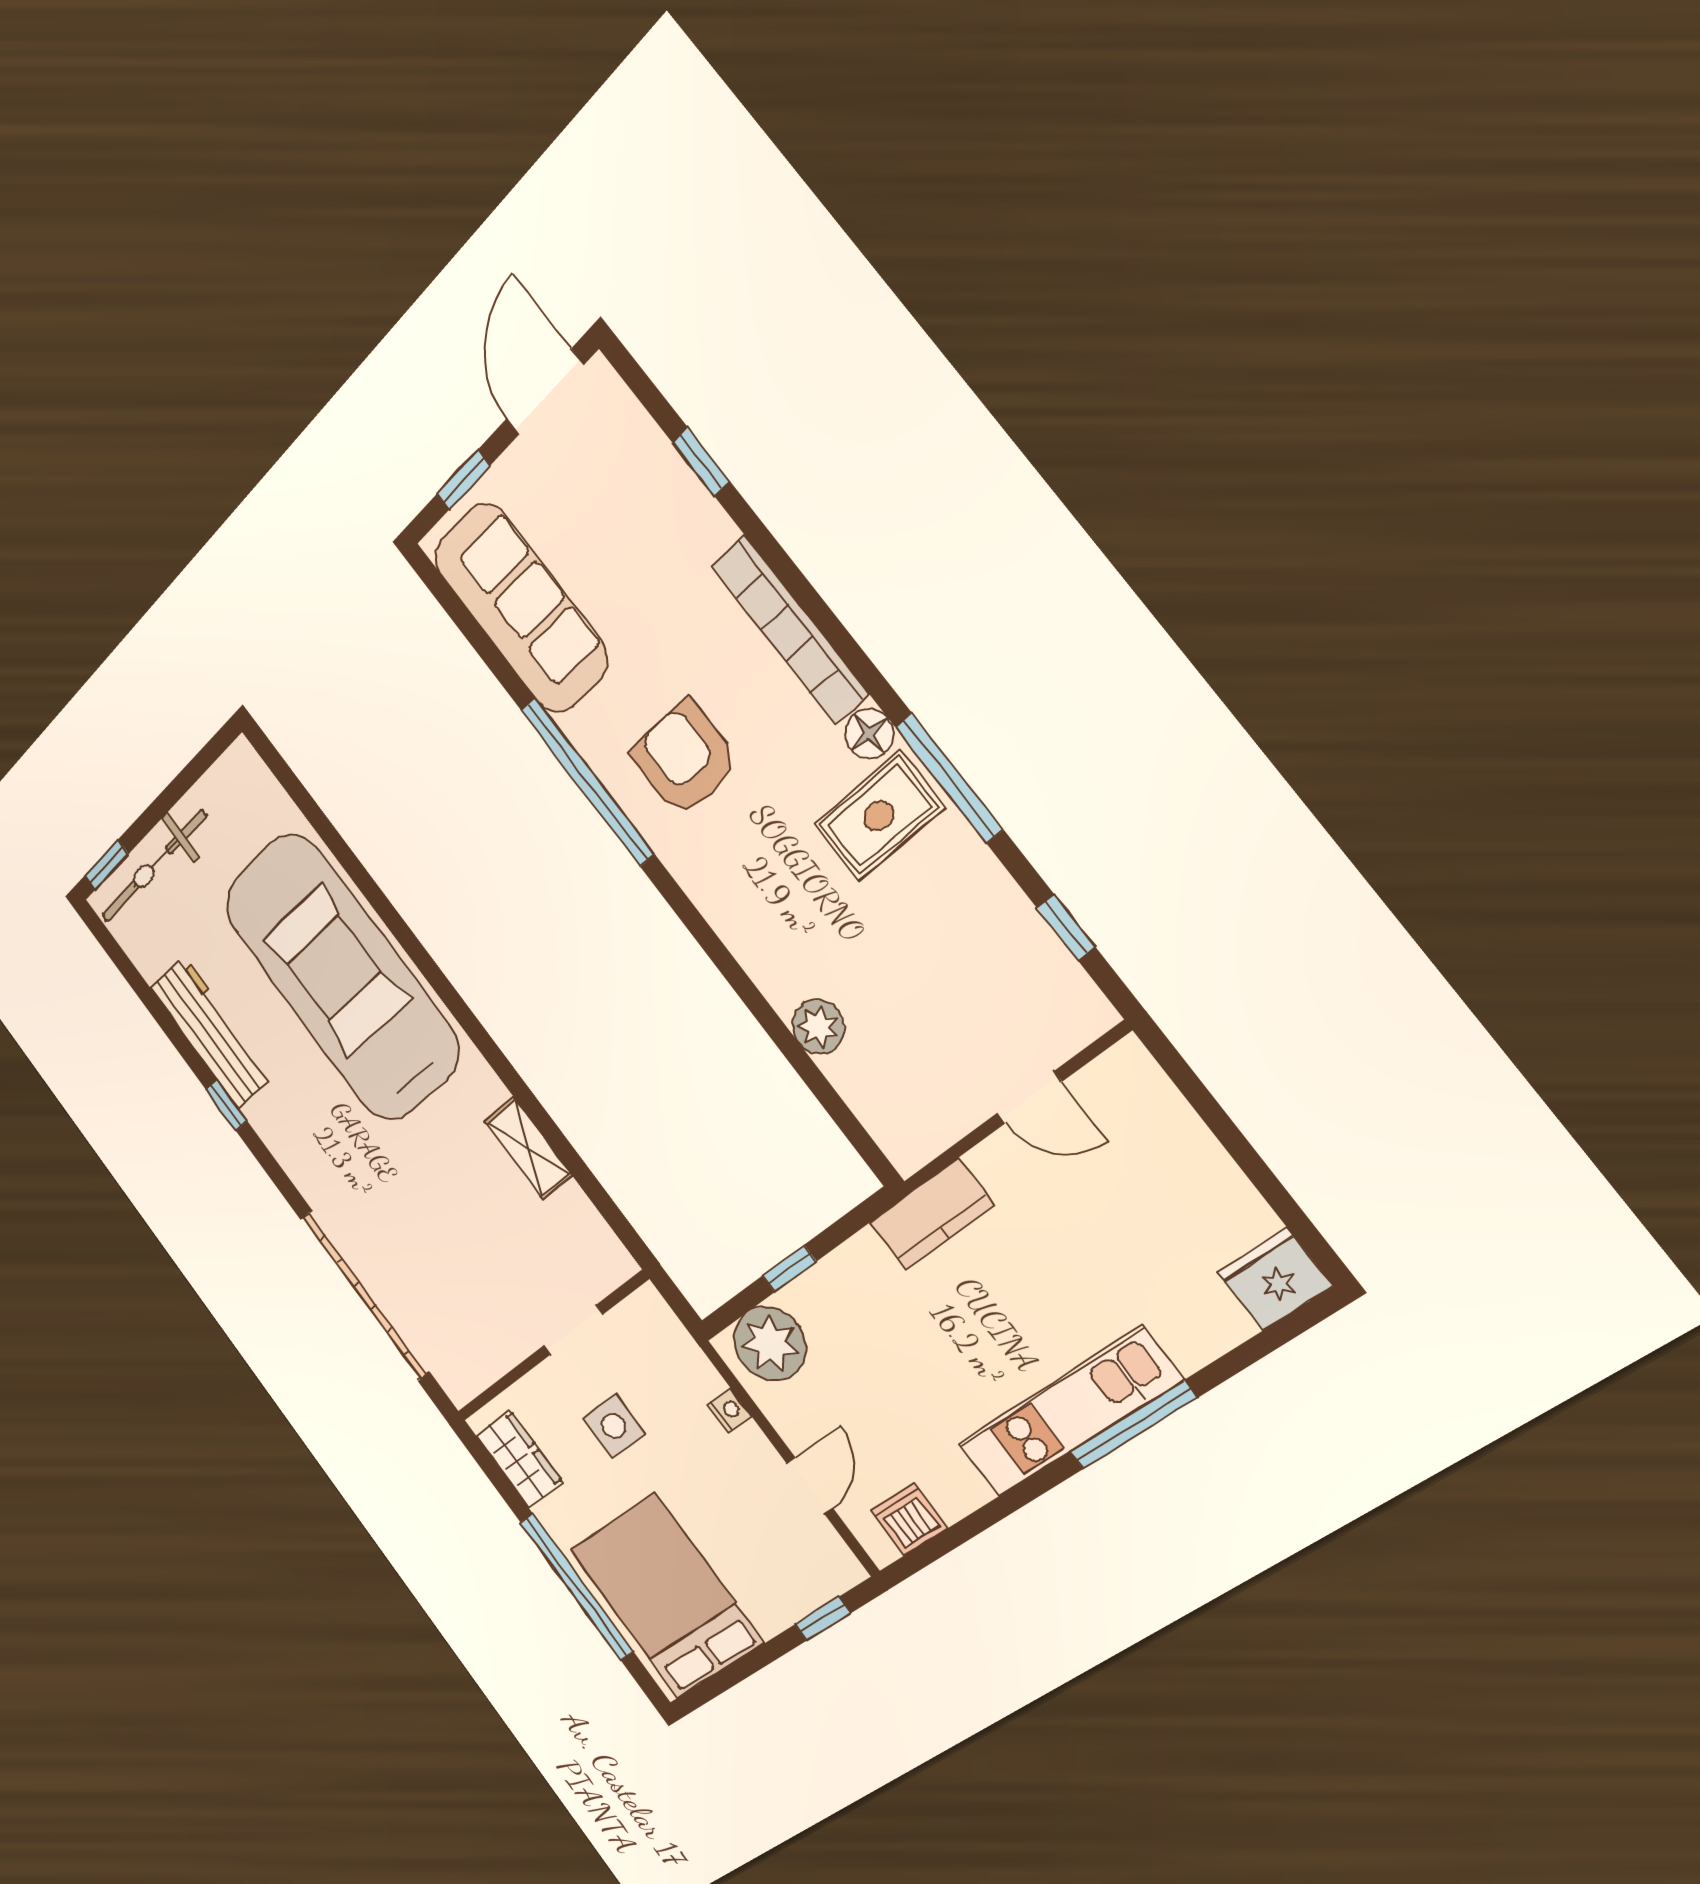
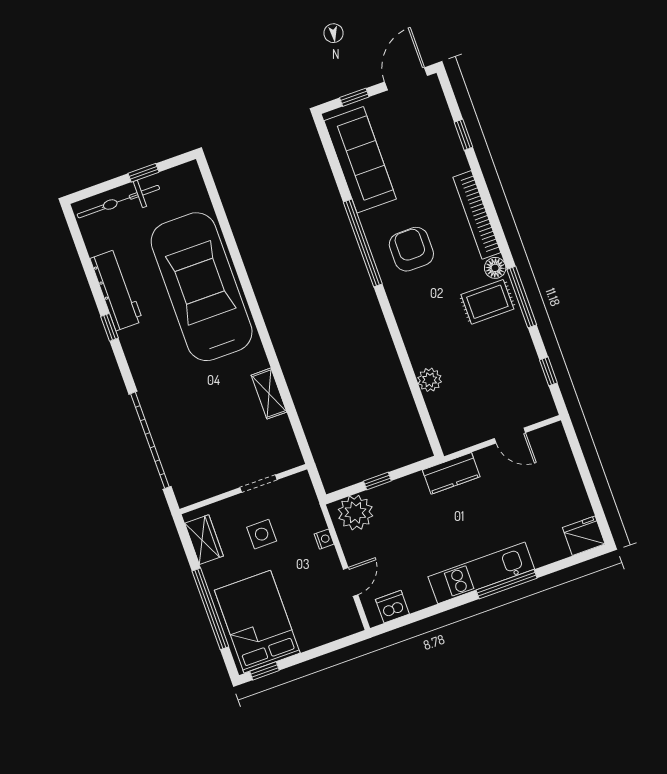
window: (107, 865) -> (144, 173), moved
window: (823, 1619) -> (265, 671), moved

